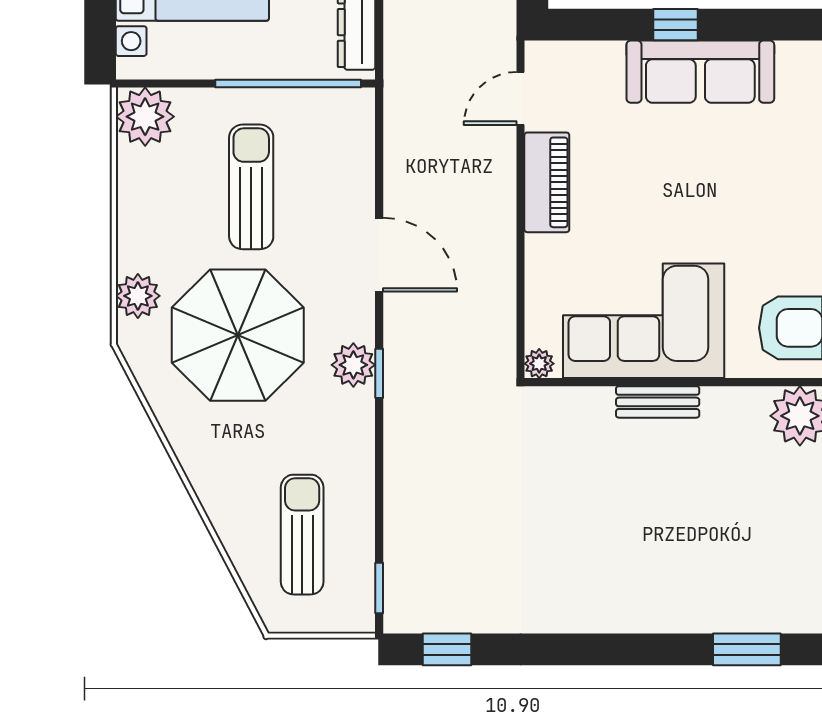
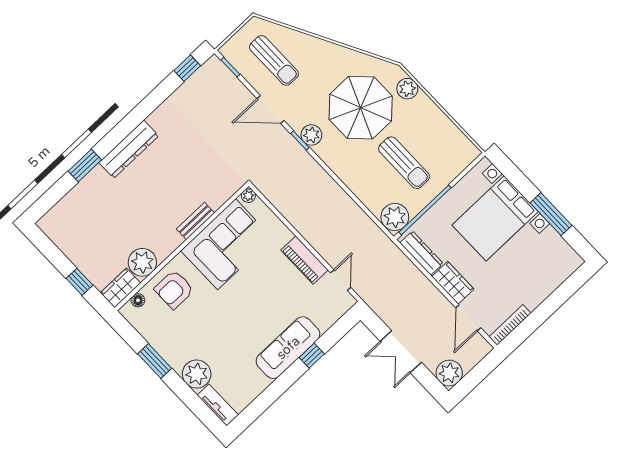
plant: (145, 117) -> (395, 217), moved
door: (379, 255) -> (271, 110), moved
dresser: (656, 610) -> (129, 149), added

